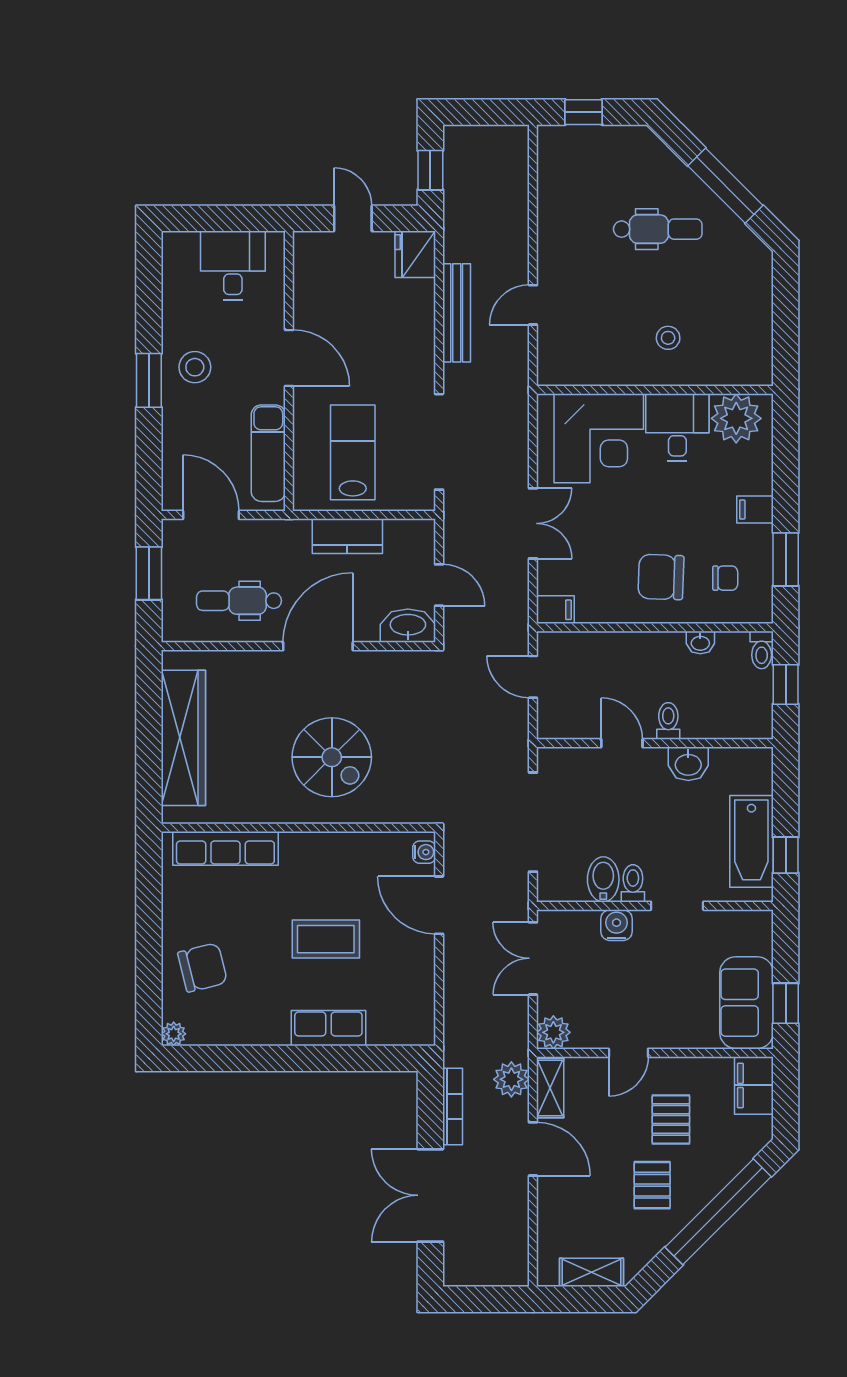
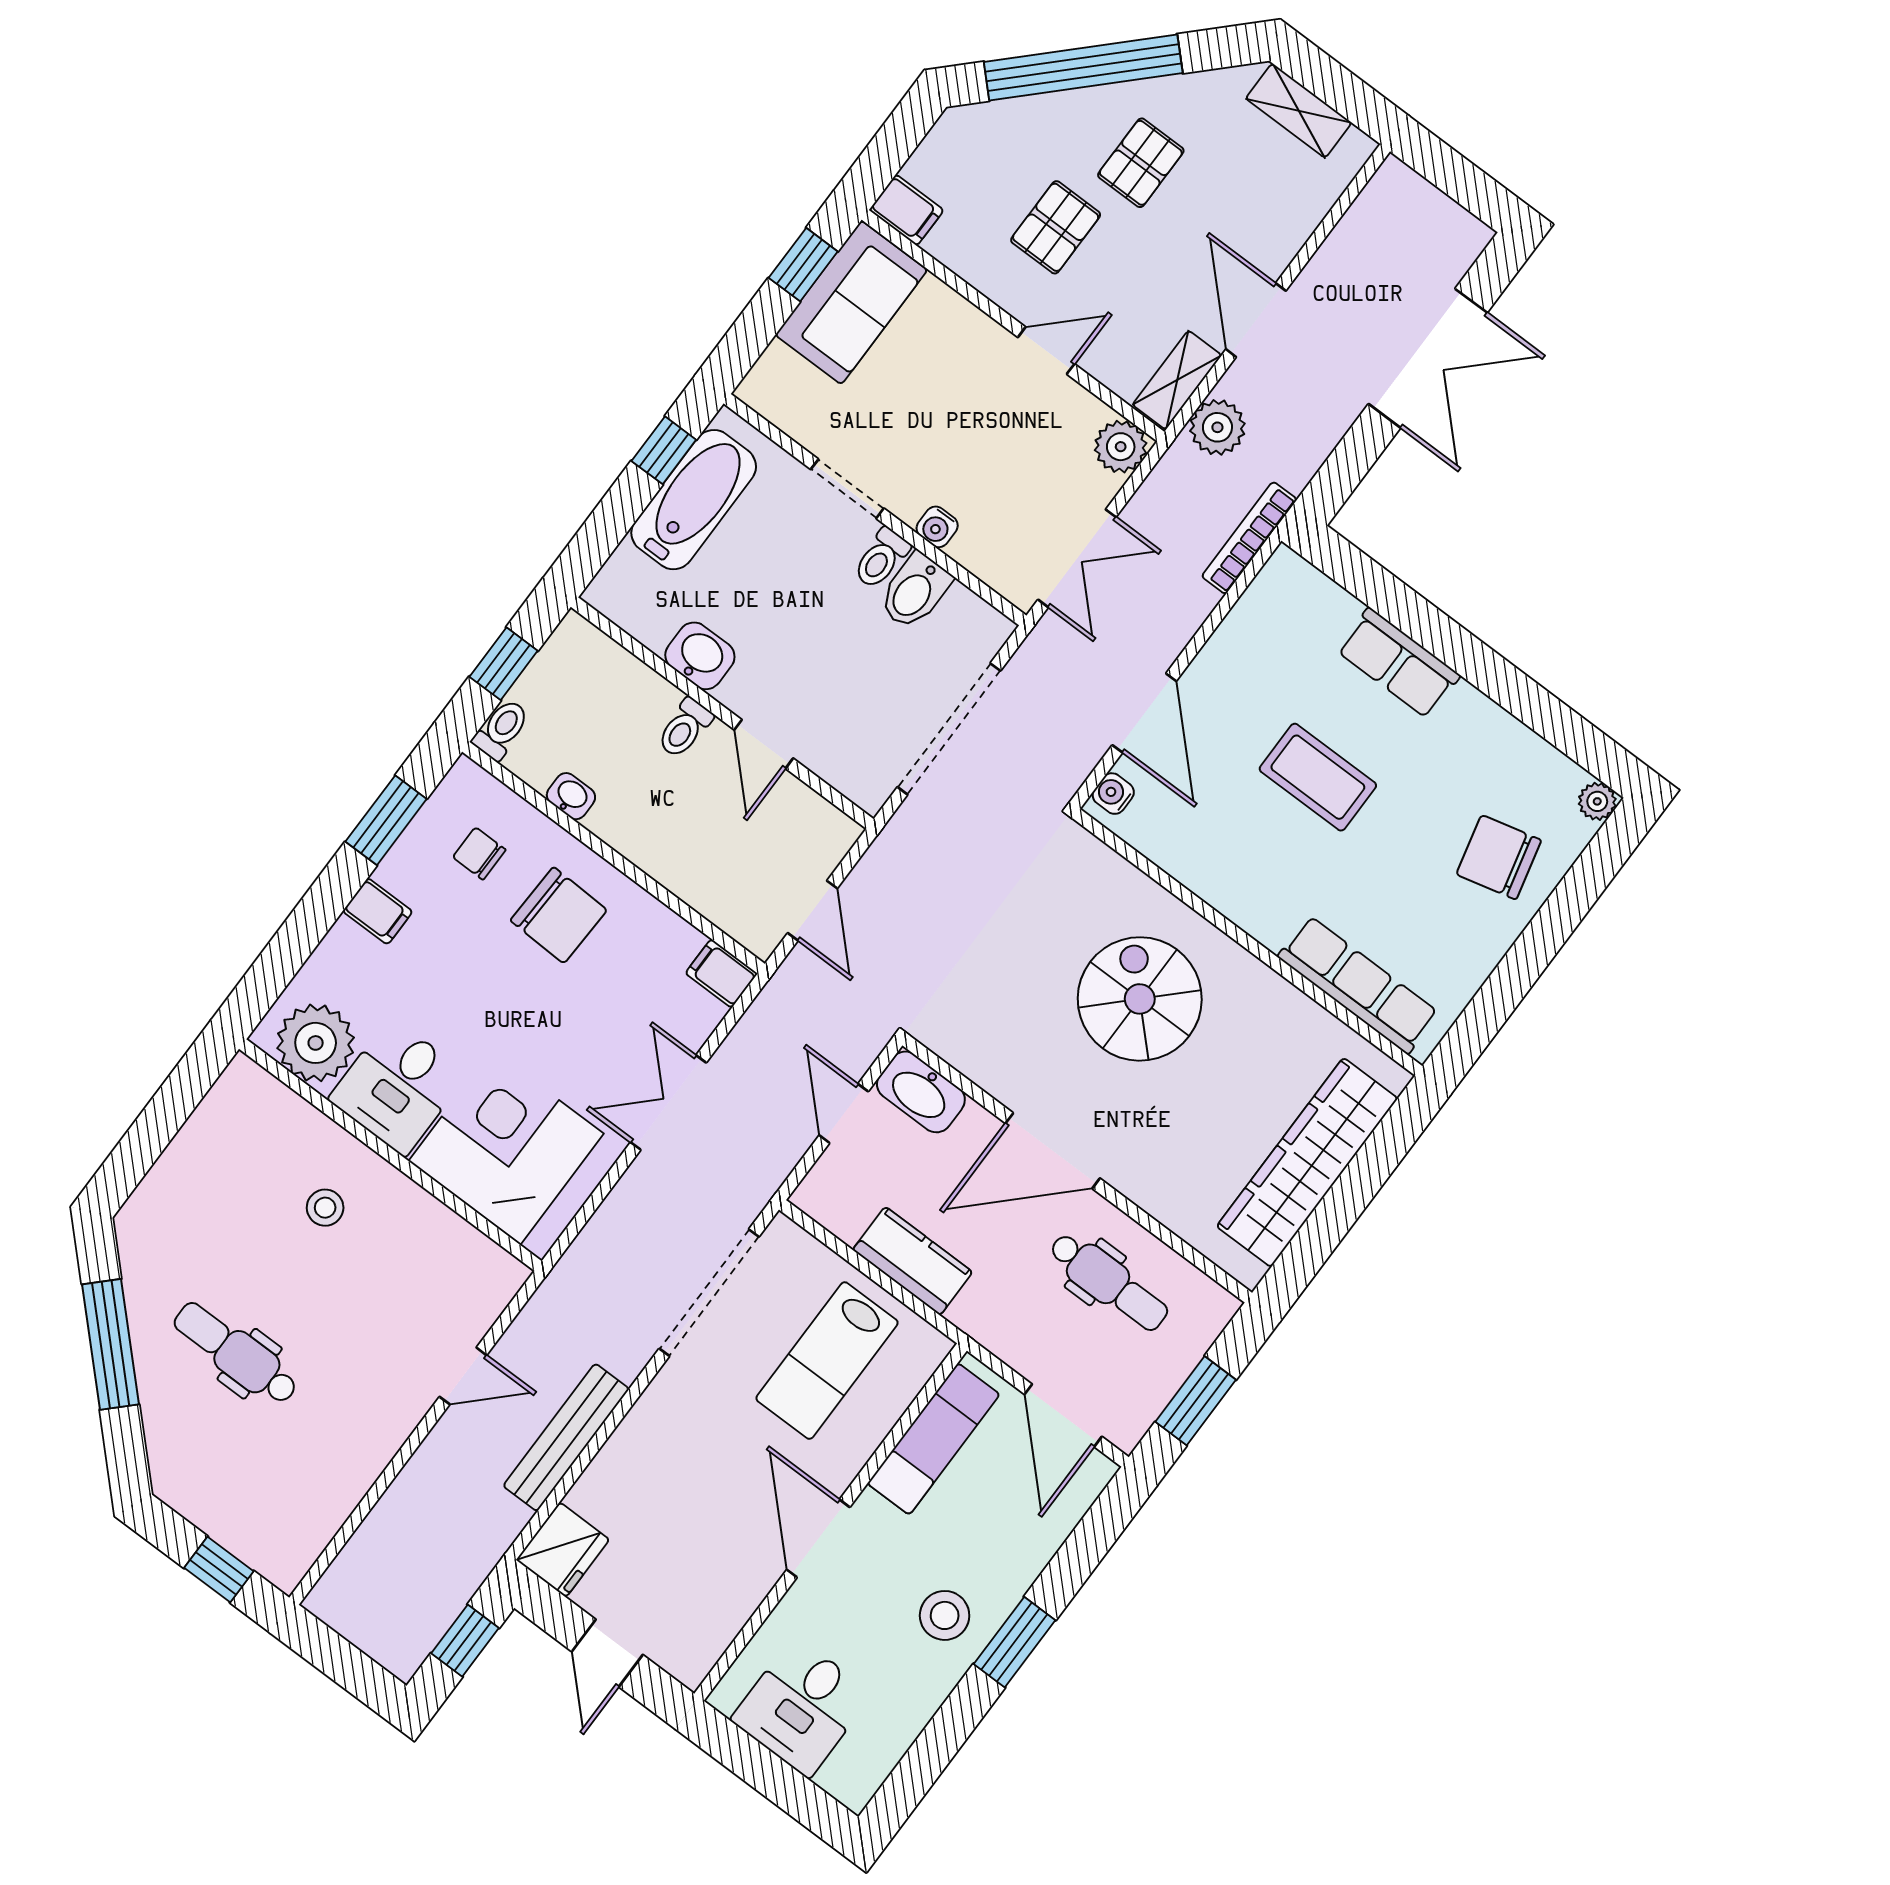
water cooler: (617, 925) -> (937, 527), width x0.72, depth x0.72
filing cabinet: (754, 1085) -> (906, 210), width x0.50
bookcase: (453, 1106) -> (1249, 538), moved

